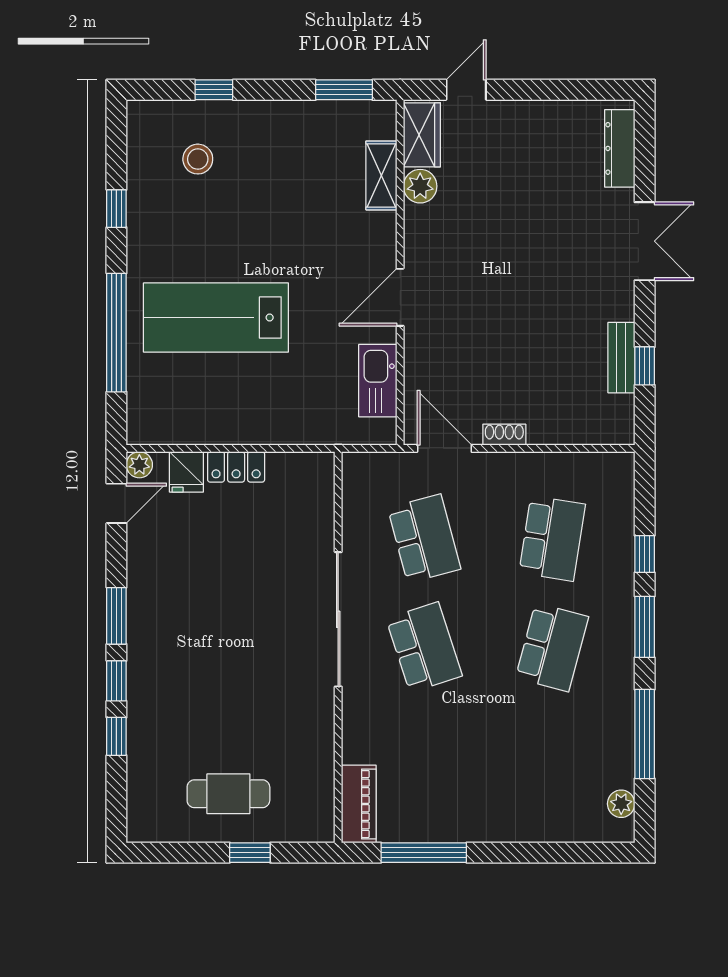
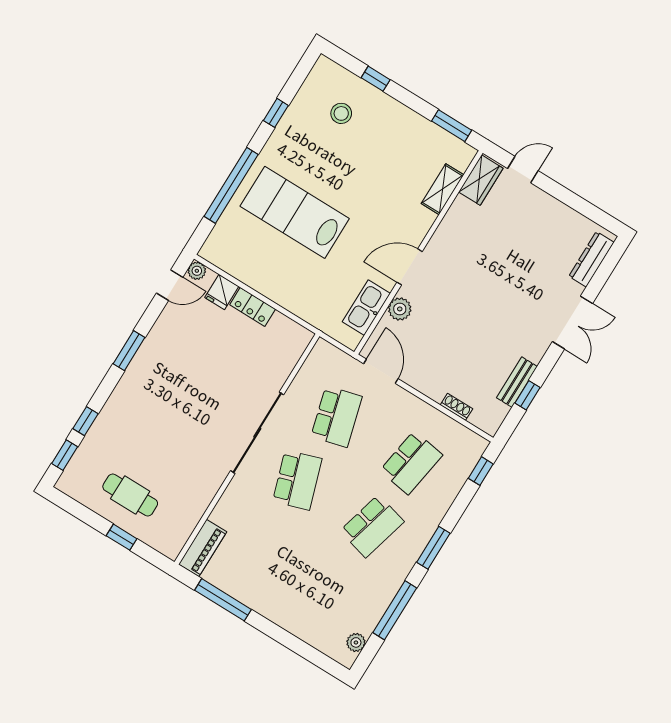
plant: (420, 186) -> (400, 309), moved
shoe rack: (504, 435) -> (456, 407), moved
window: (645, 554) -> (481, 471), moved
window: (116, 681) -> (65, 455), moved

